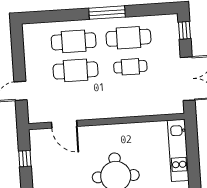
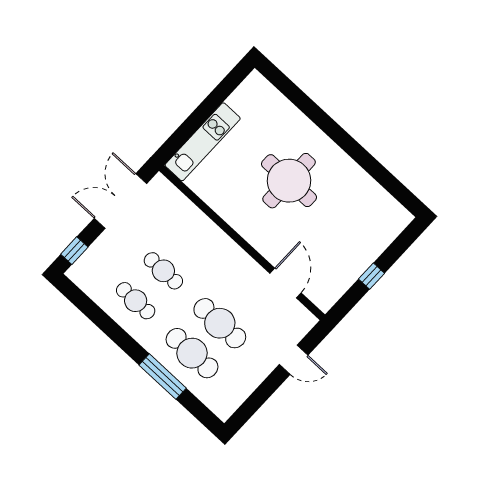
window: (107, 13) -> (163, 377), moved
cafe table: (128, 38) -> (136, 301), width x0.73, depth x0.74
window: (25, 159) -> (371, 276), moved

